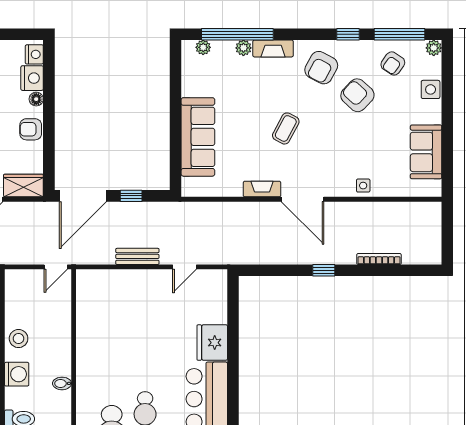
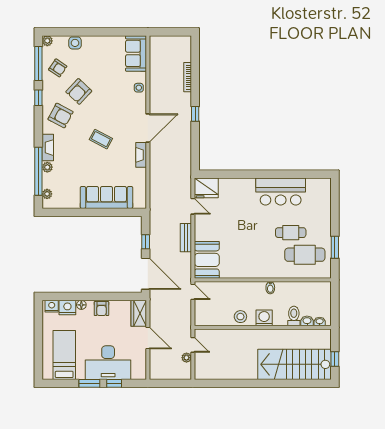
sofa: (426, 152) -> (136, 53), moved, turned 90
booth: (104, 288) -> (207, 260), added
fridge: (212, 343) -> (206, 188), moved

